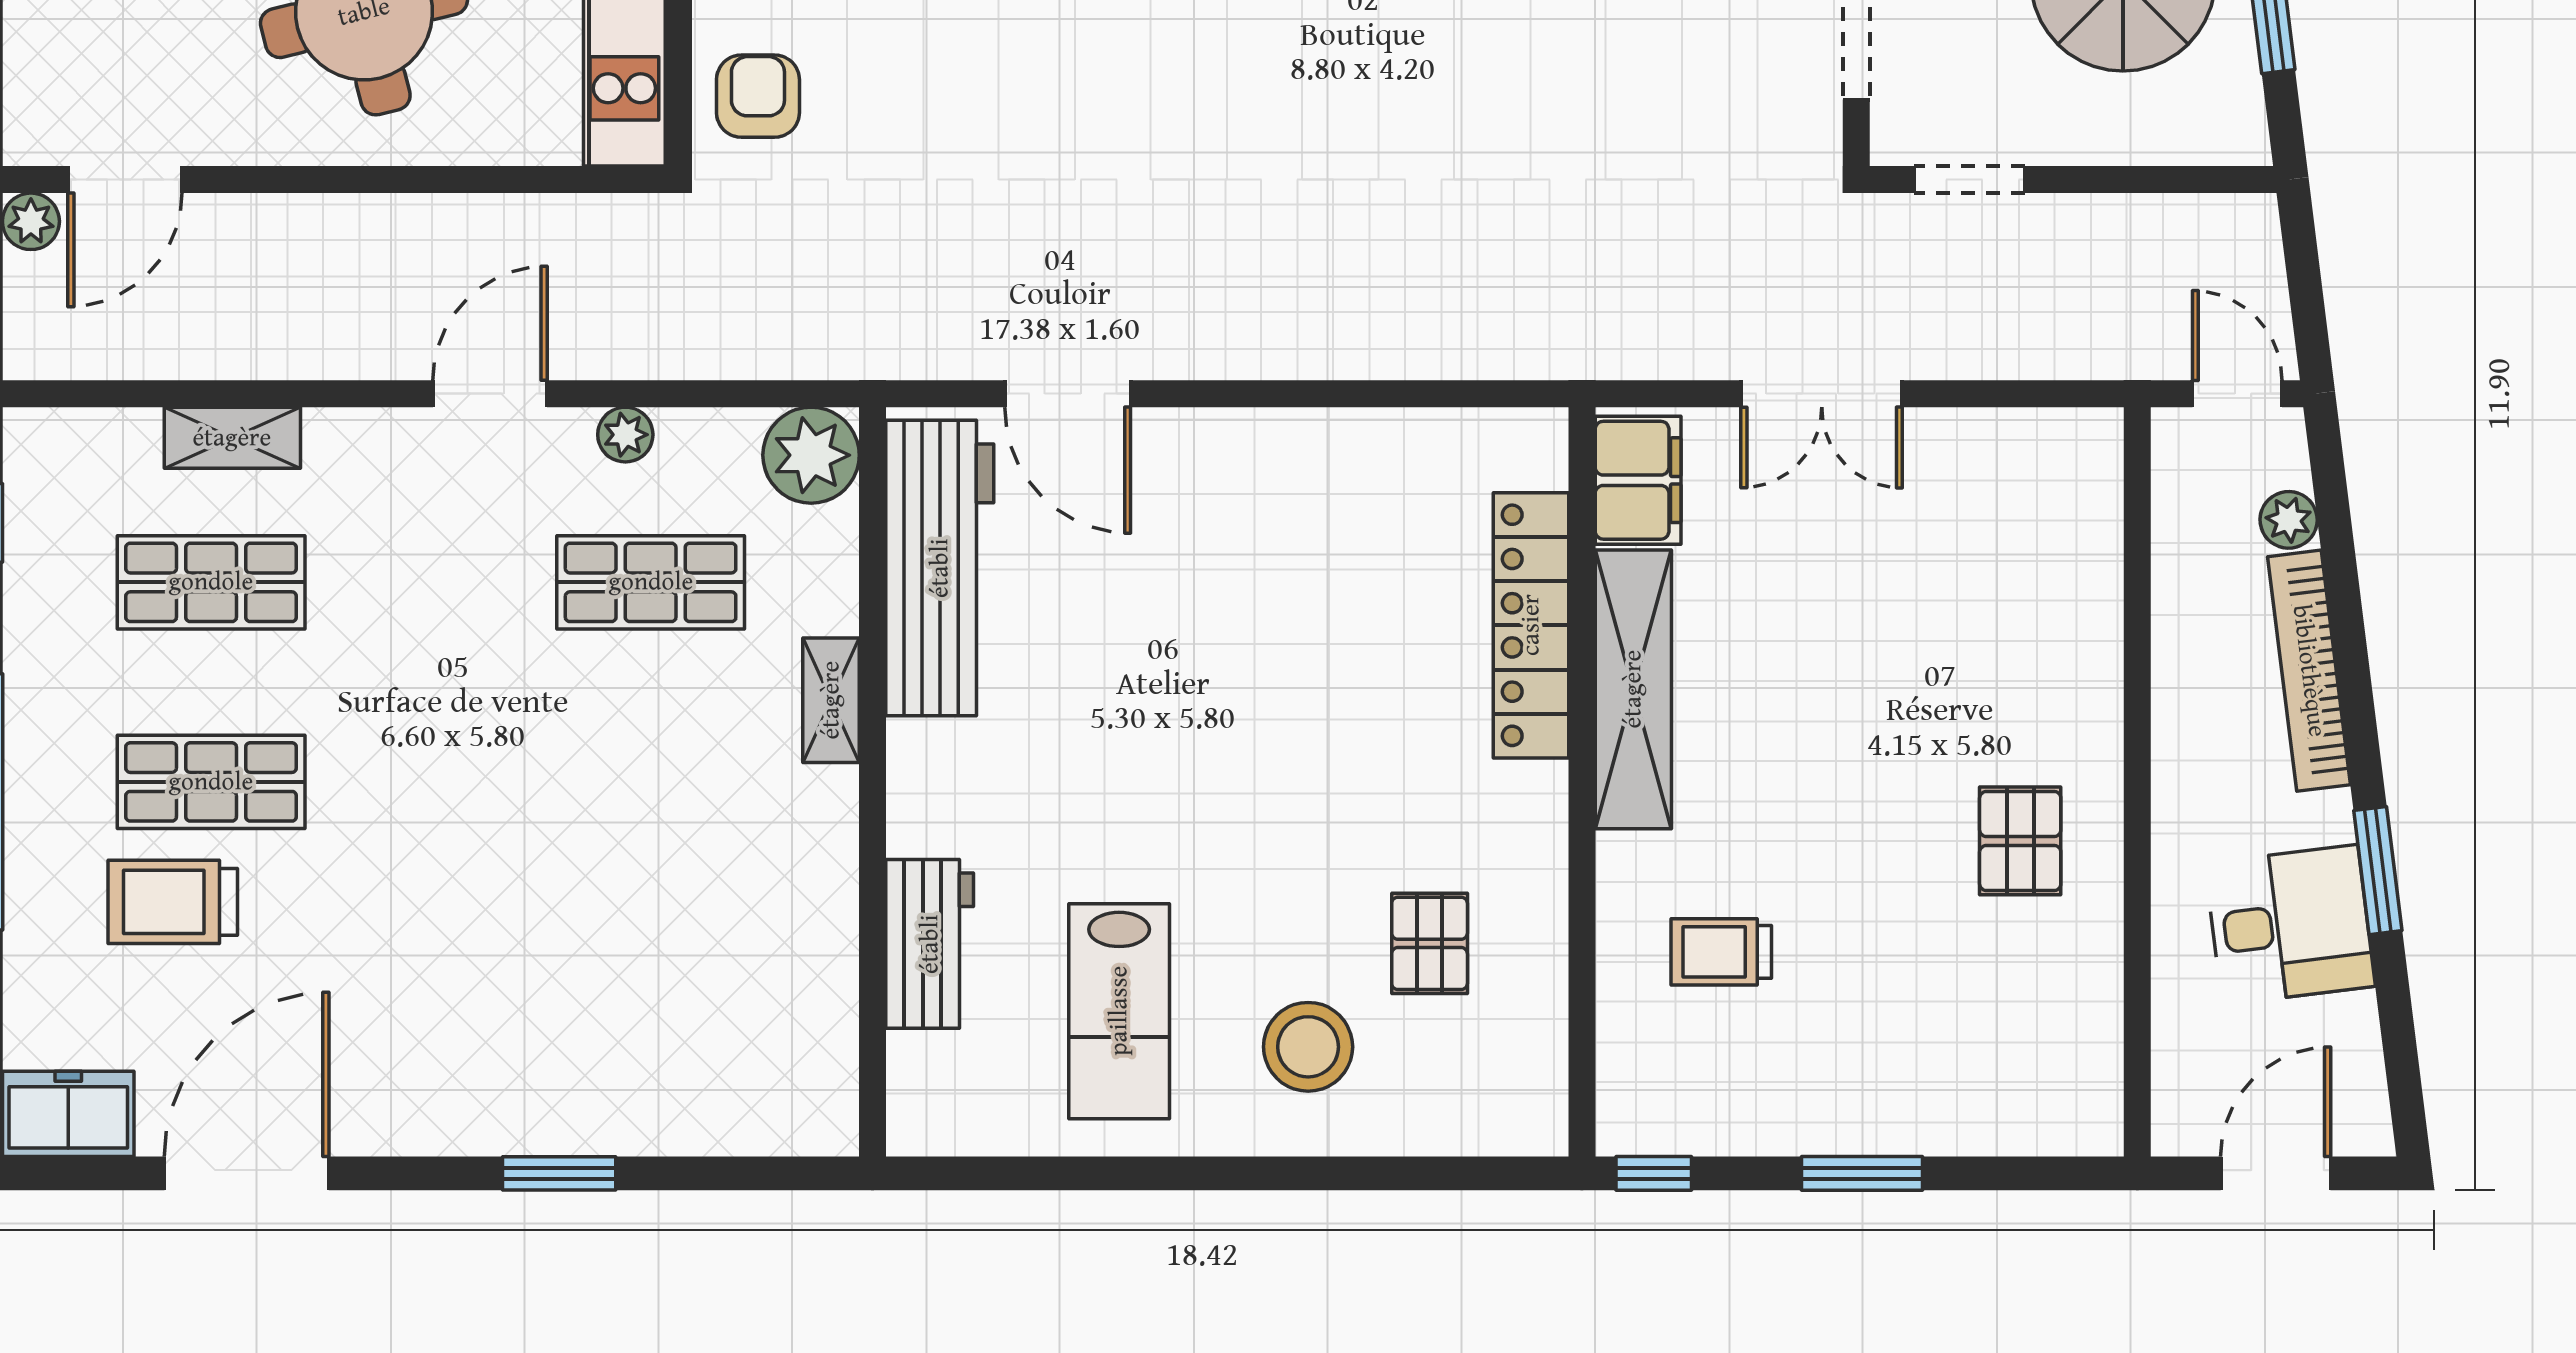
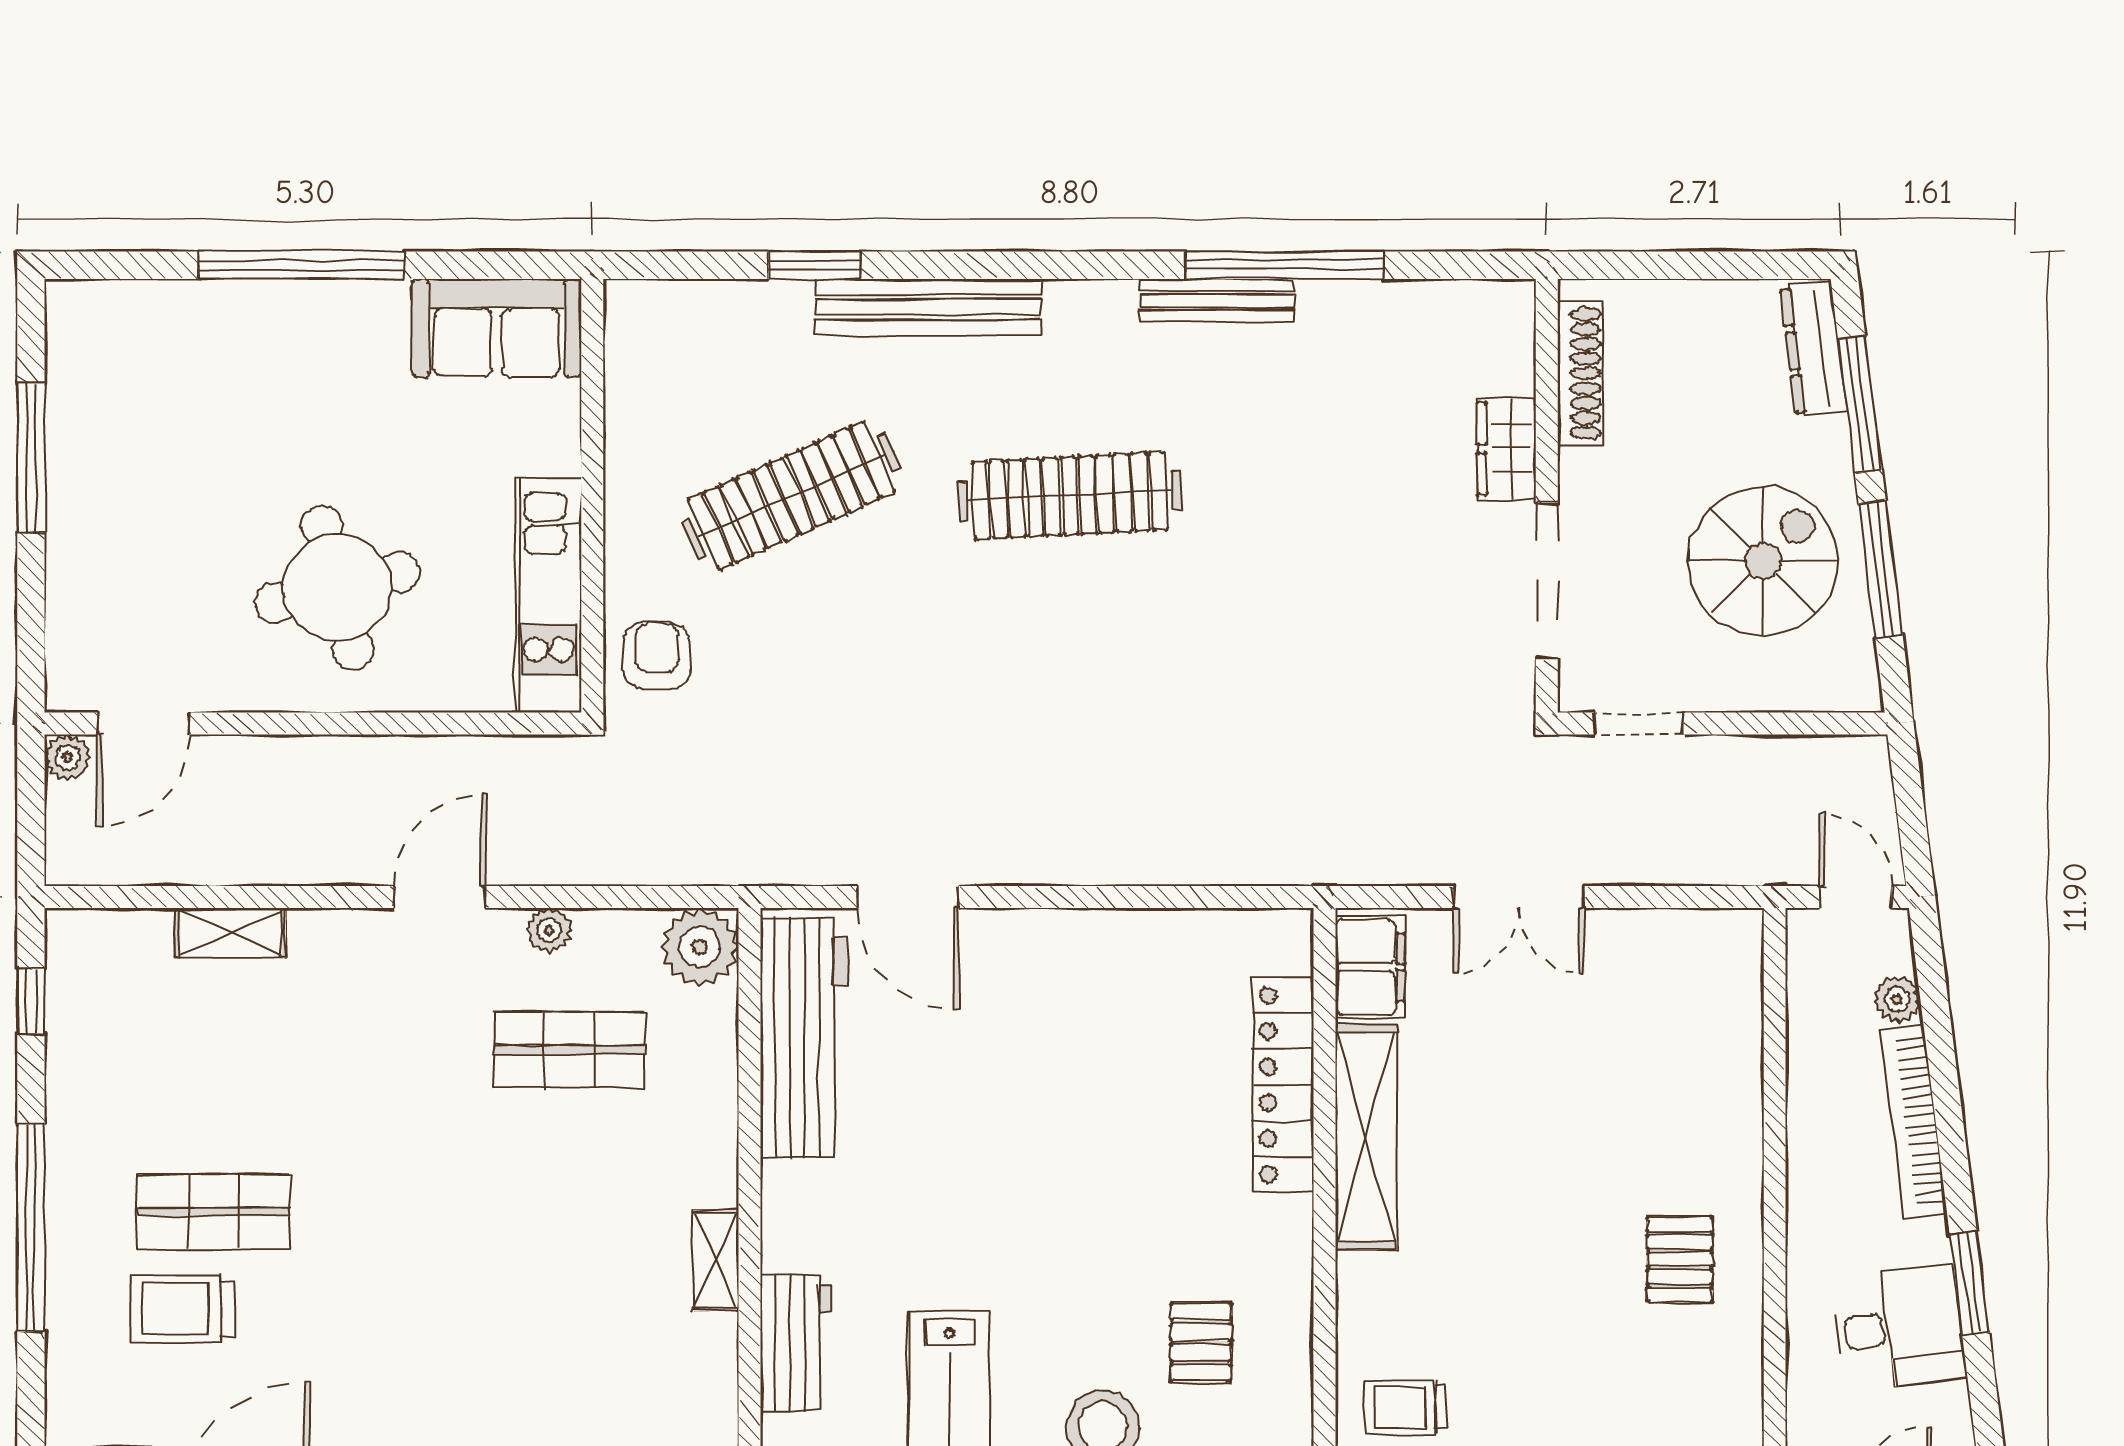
shop shelf: (211, 582) -> (213, 1050), removed
shelving: (831, 700) -> (716, 1260), moved
trolley: (1721, 952) -> (1405, 1407), moved

